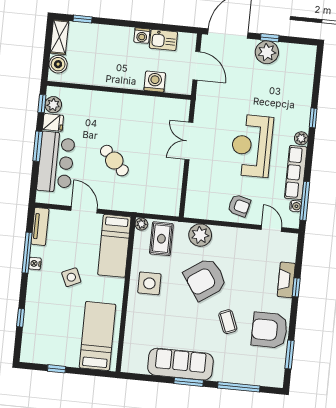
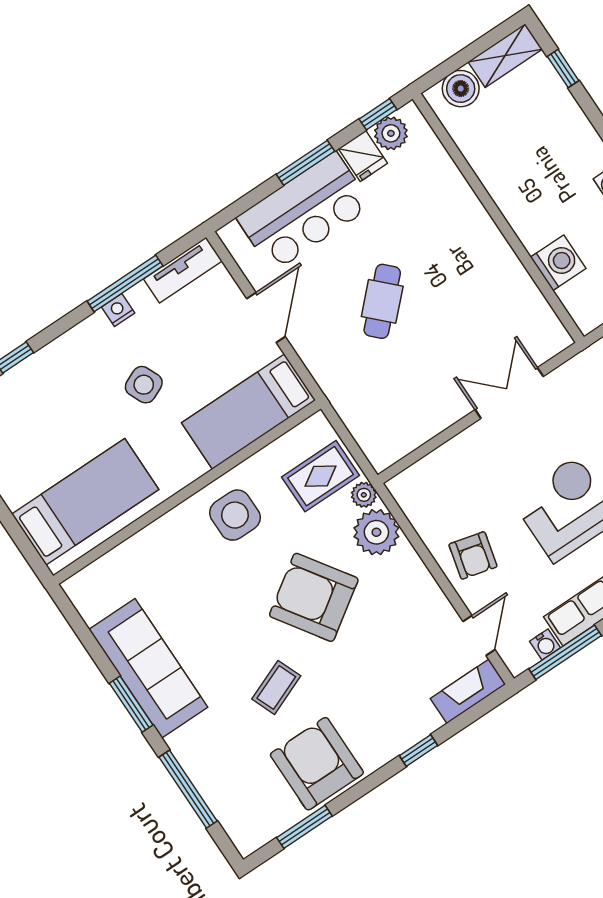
plant: (141, 224) -> (364, 495), moved
fireplace: (286, 280) -> (468, 691), moved

